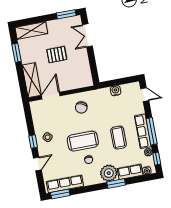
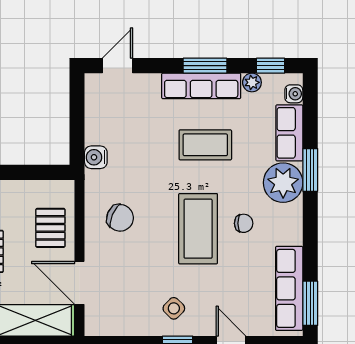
pallet: (72, 79) -> (50, 228), added
water cooler: (116, 91) -> (96, 157), moved
window: (152, 131) -> (205, 66), width x0.69

